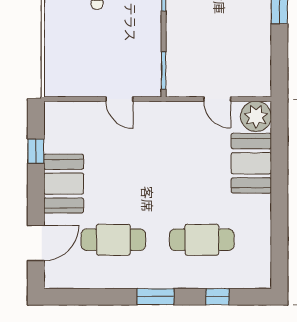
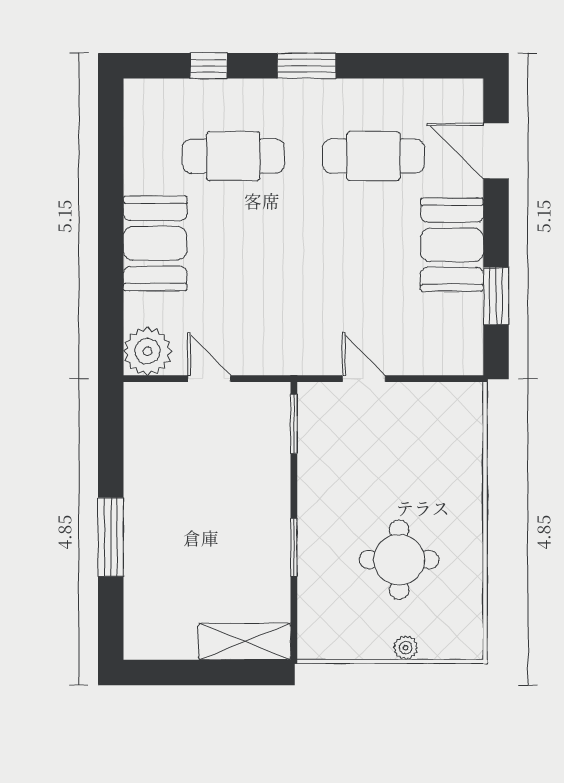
window: (36, 151) -> (496, 296), width x1.50
booth: (251, 163) -> (155, 243), moved
door: (36, 243) -> (496, 151), hinge flipped

